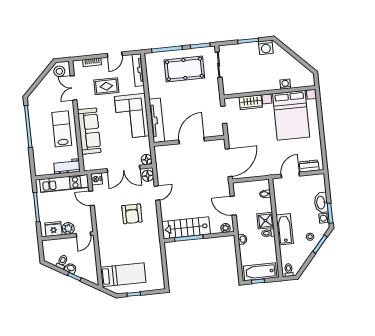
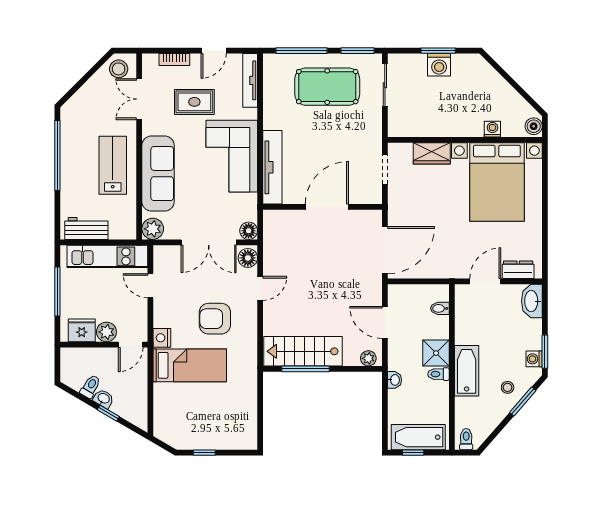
washing machine: (266, 47) -> (439, 65), moved
boiler: (310, 80) -> (534, 126), added
plant: (89, 164) -> (153, 229), added
workbench: (67, 166) -> (86, 228), moved
nightstand: (96, 179) -> (162, 338), moved
washbasin: (321, 203) -> (532, 301), moved
armchair: (132, 214) -> (215, 319), turned 90
bed: (123, 275) -> (190, 365), moved

